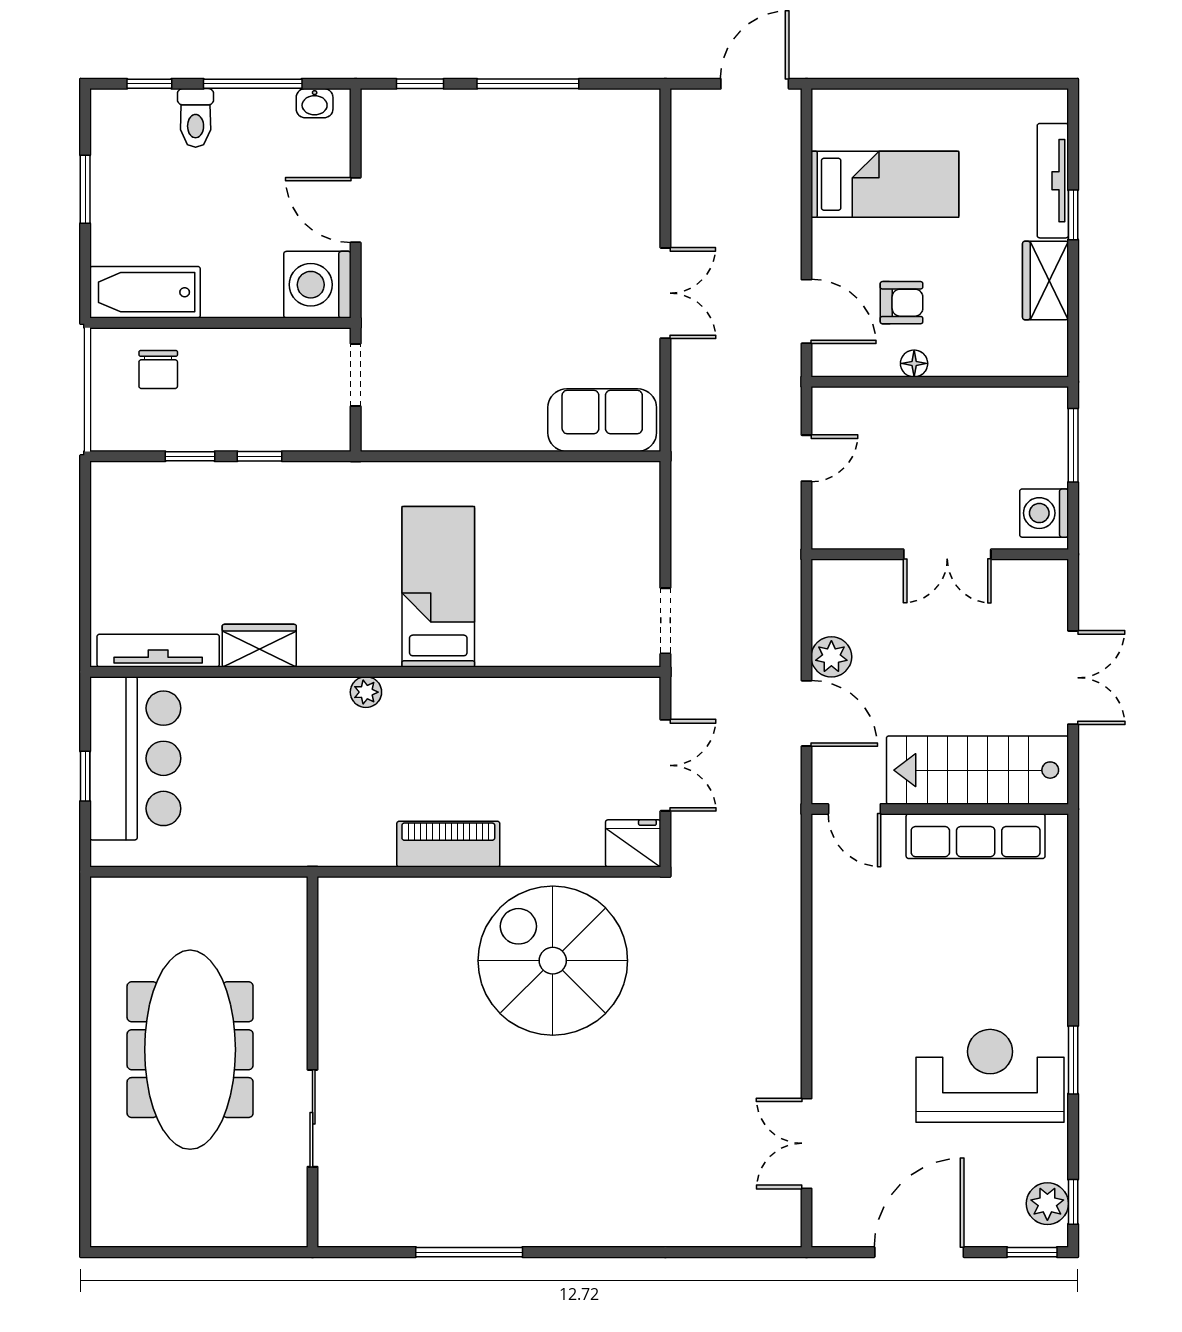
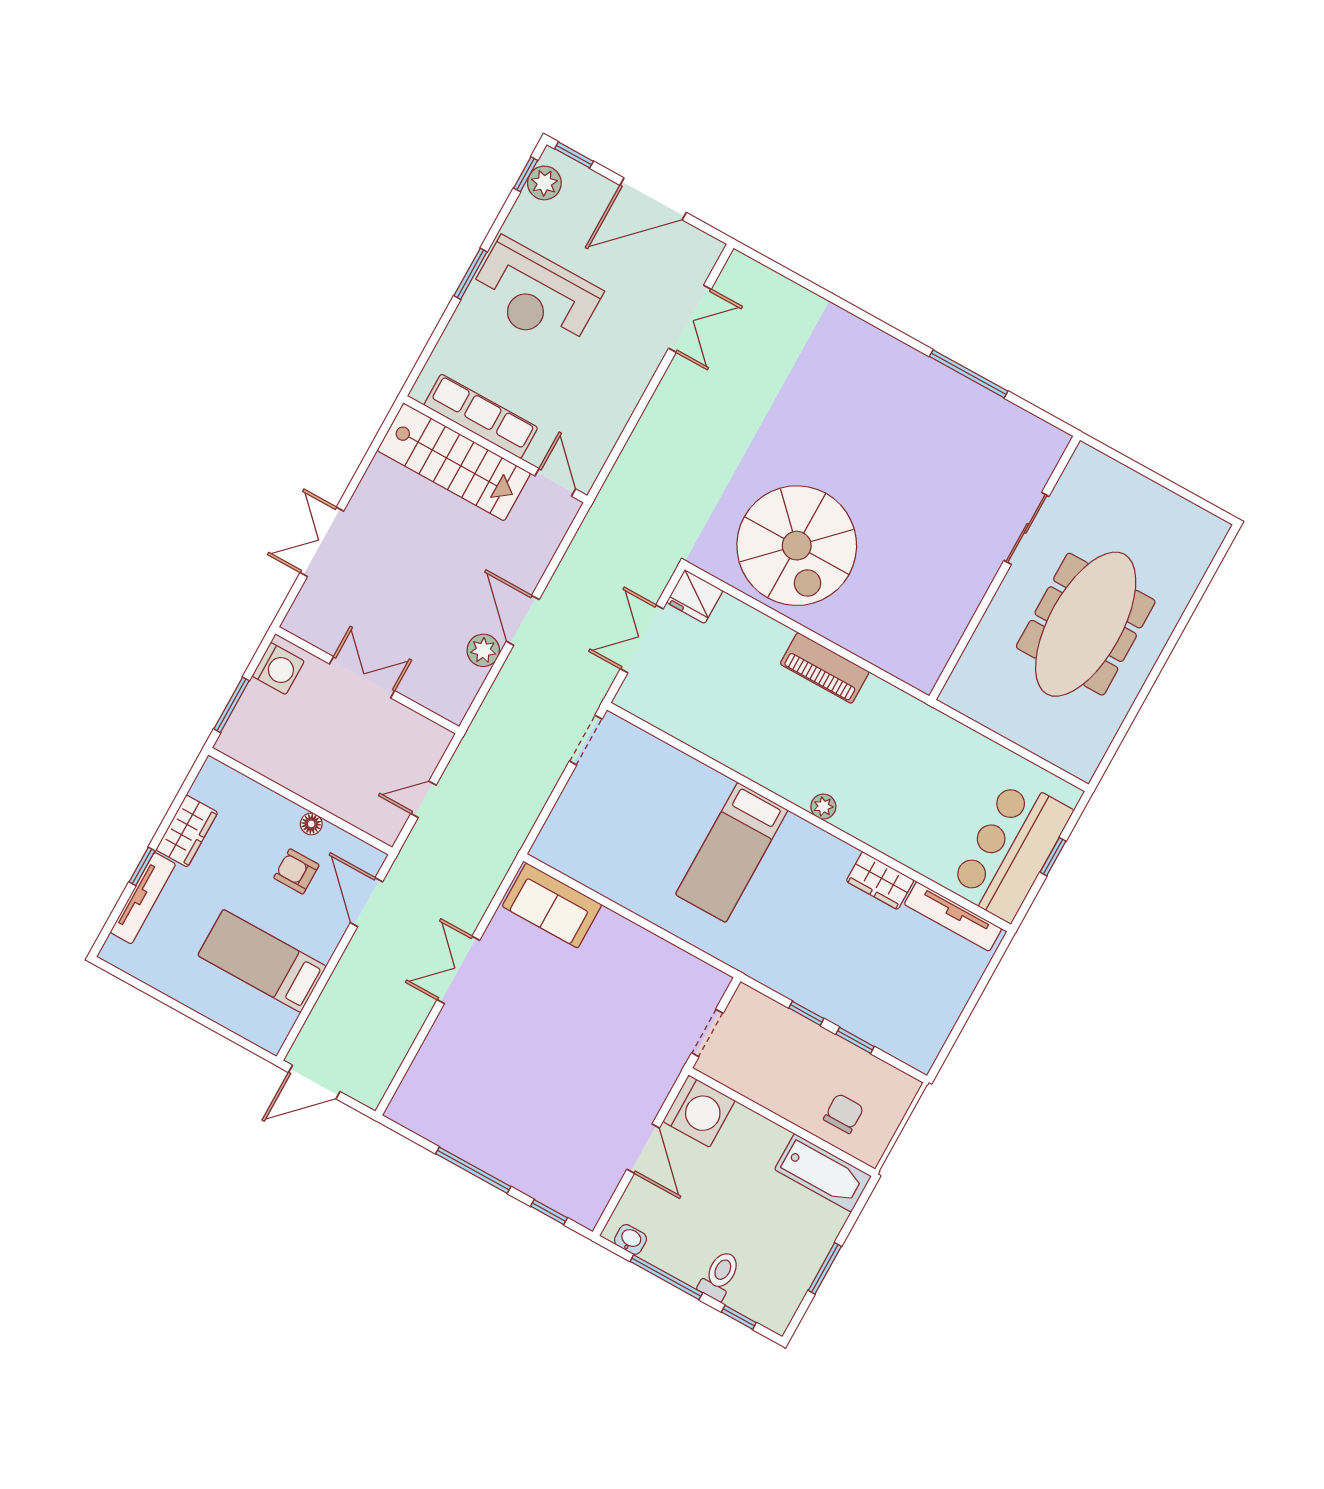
stairs: (977, 770) -> (454, 462), moved
door: (854, 809) -> (555, 482), moved
wall: (940, 809) -> (495, 449), moved
row of seats: (976, 836) -> (481, 416), moved

